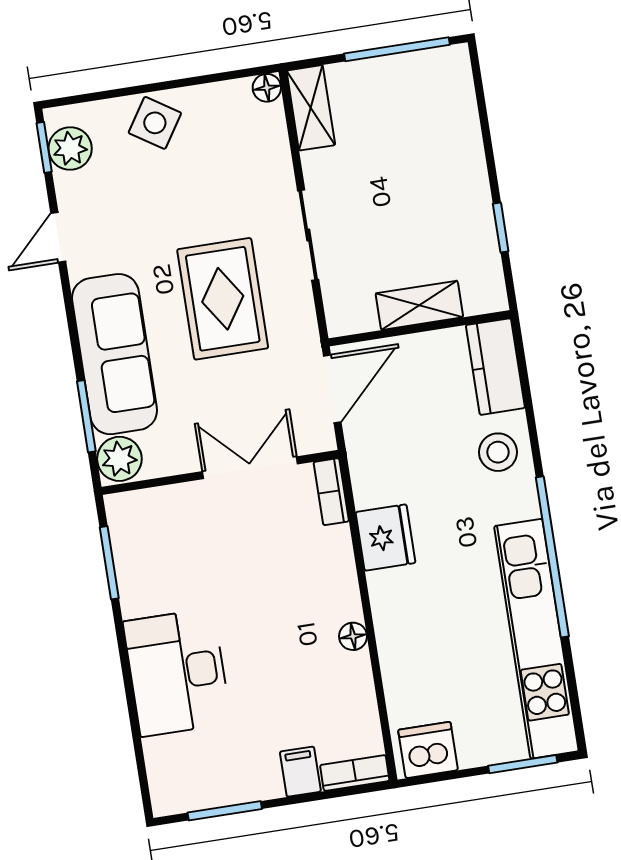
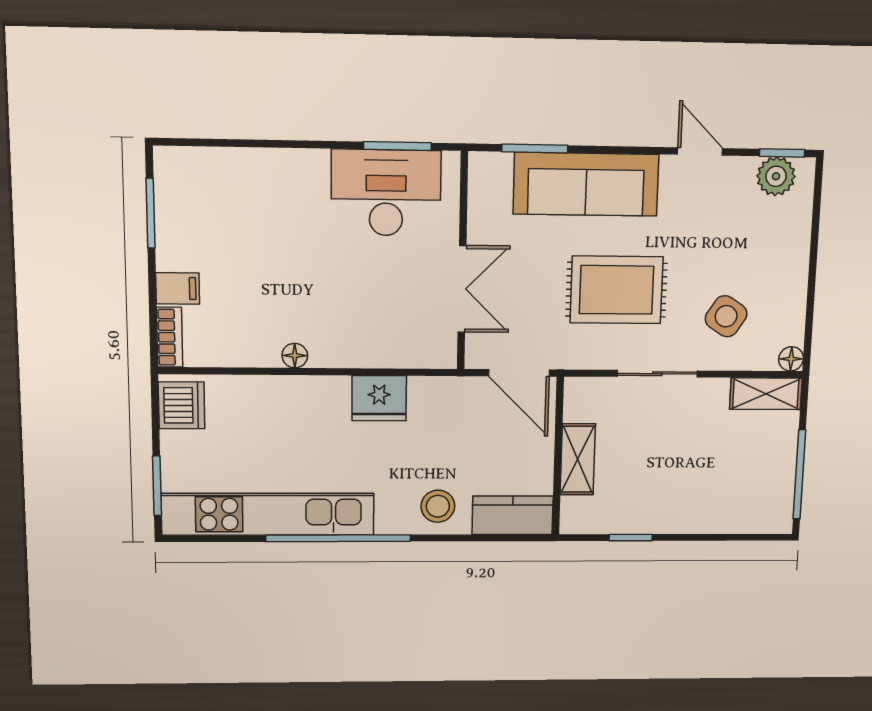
side table: (155, 123) -> (726, 316), moved
plant: (119, 459) -> (491, 172), removed
bookcase: (331, 492) -> (428, 357), removed
desk: (177, 672) -> (386, 193), moved

